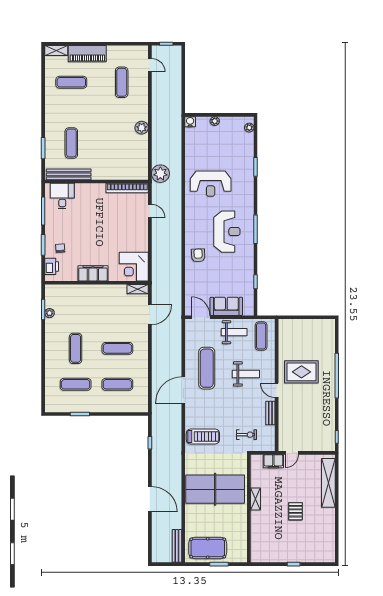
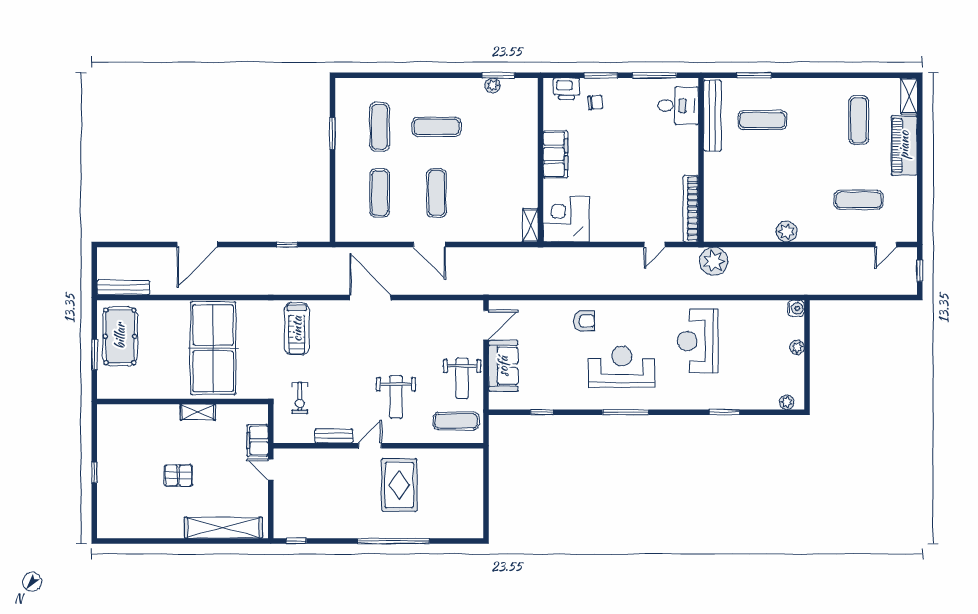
reception desk: (227, 232) -> (622, 367), turned 180
door: (150, 314) -> (429, 245), moved
exercise mat: (207, 368) -> (405, 335), removed

